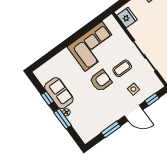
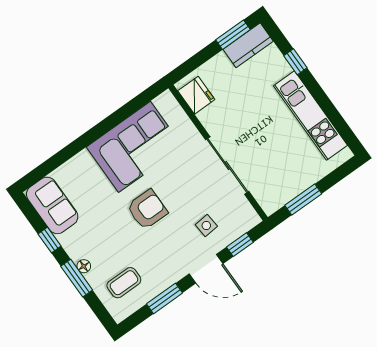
coffee table: (122, 68) -> (124, 283), moved
sofa: (59, 93) -> (52, 205), moved

